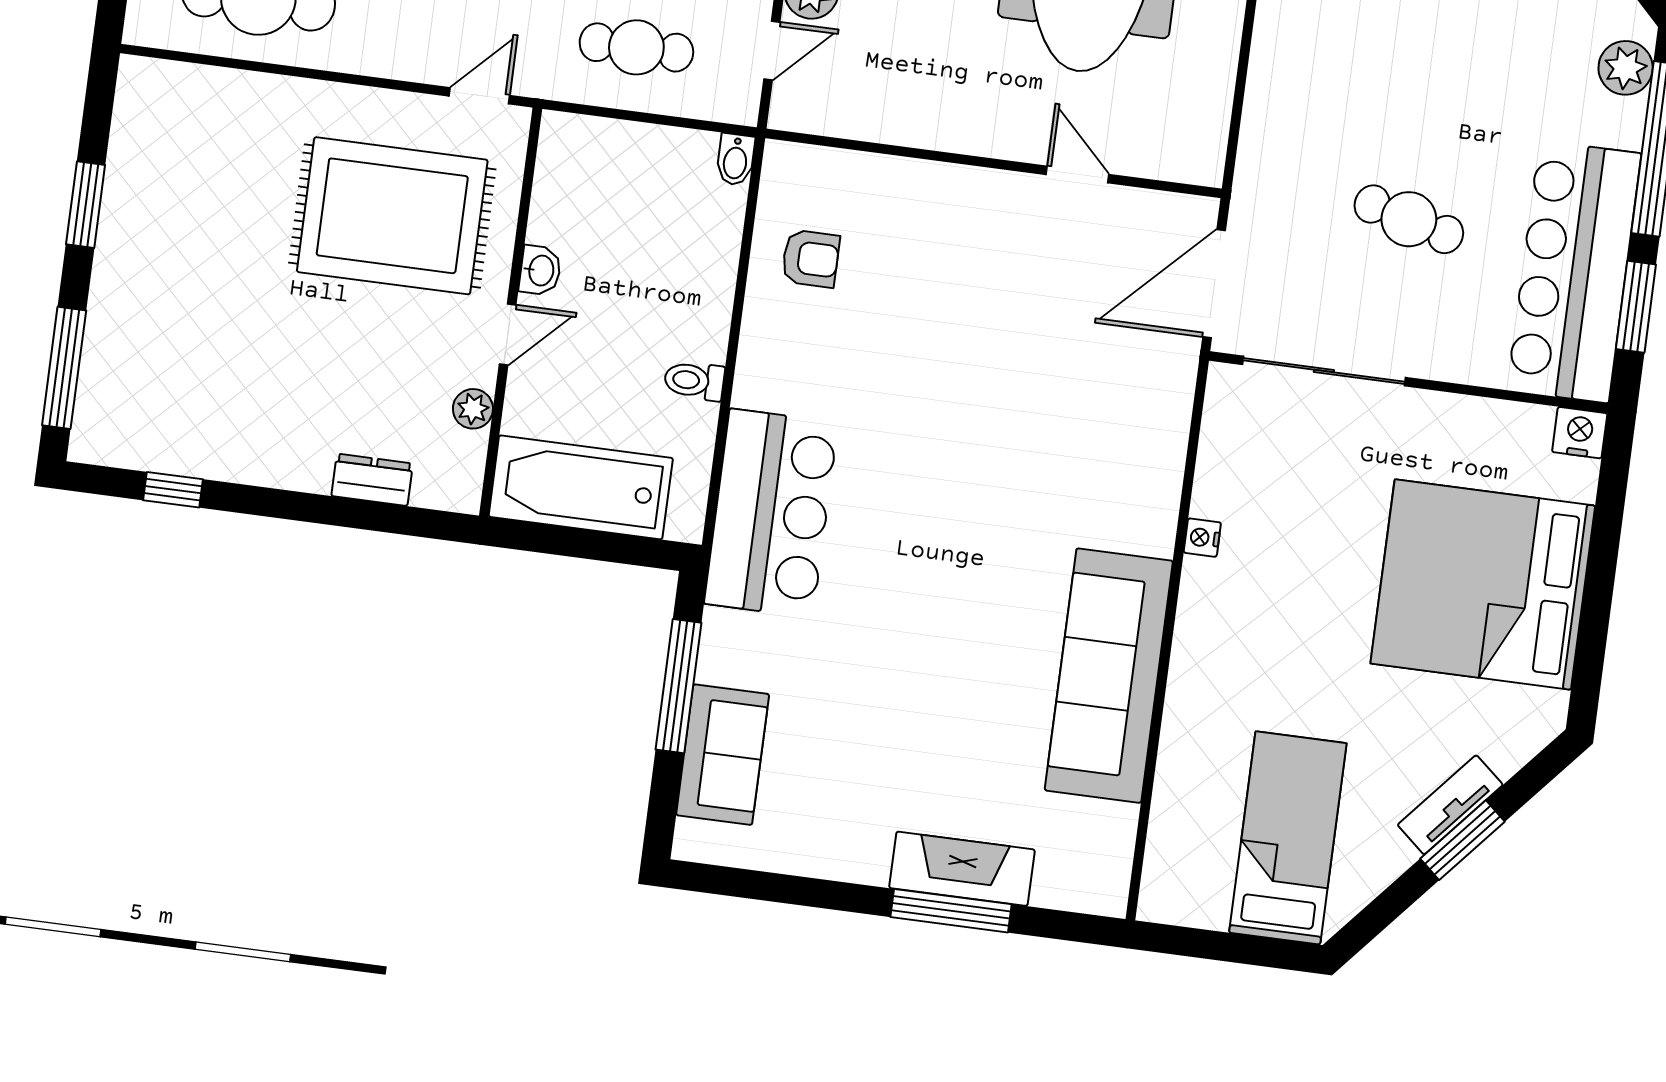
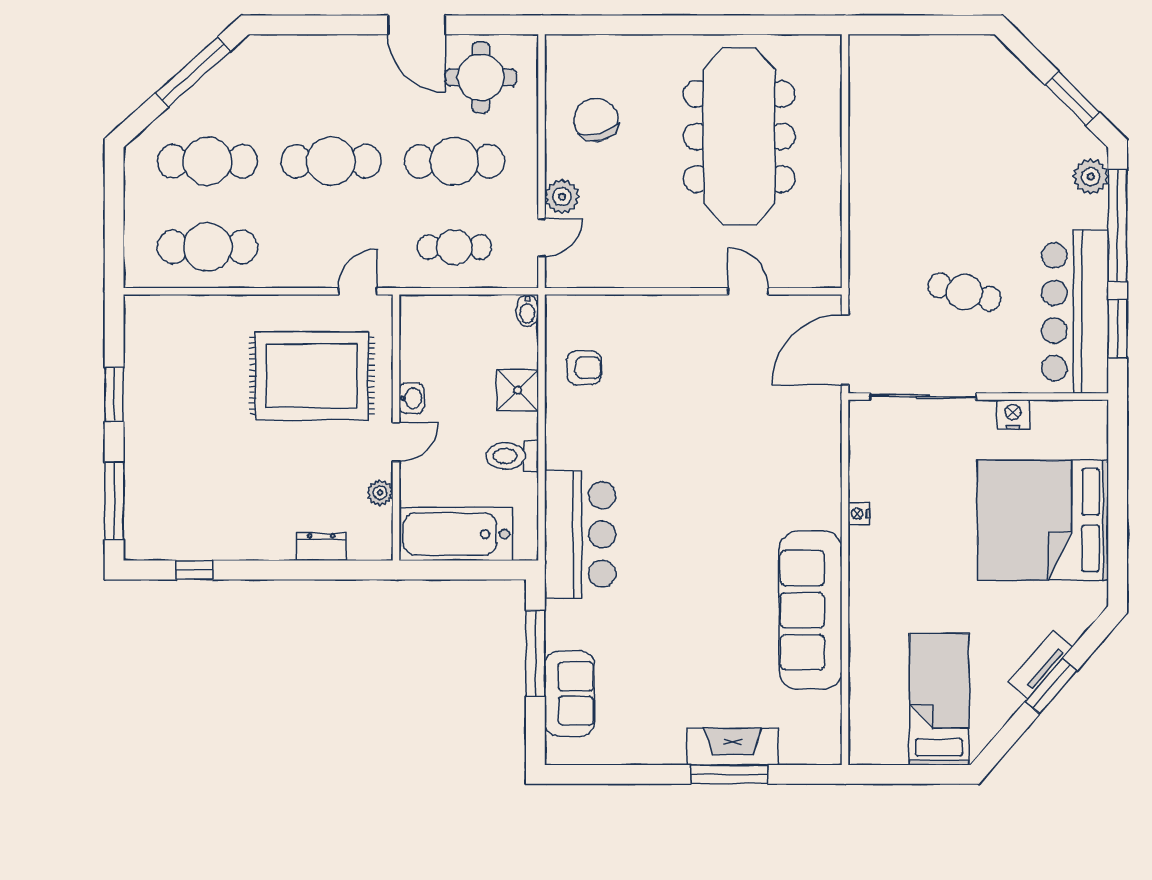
shower: (704, 280) -> (518, 390), added
toilet: (694, 381) -> (512, 456), width x1.37, depth x1.39
nightstand: (1580, 433) -> (1013, 415), moved

